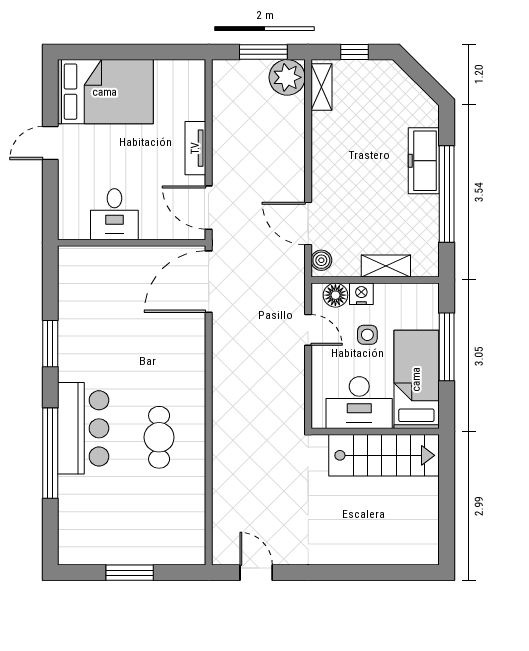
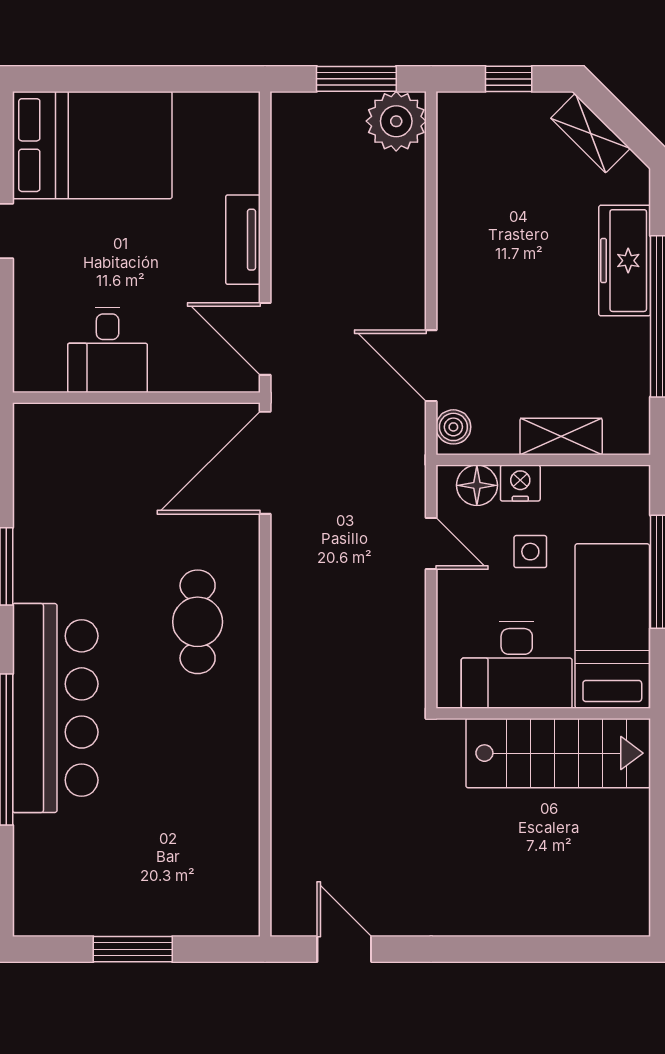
shelving: (322, 87) -> (590, 133), moved, turned -45
bar counter: (83, 428) -> (55, 708), width x1.36
cafe table: (159, 437) -> (198, 622), moved

